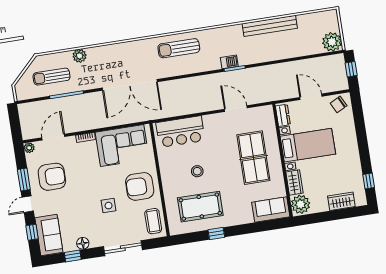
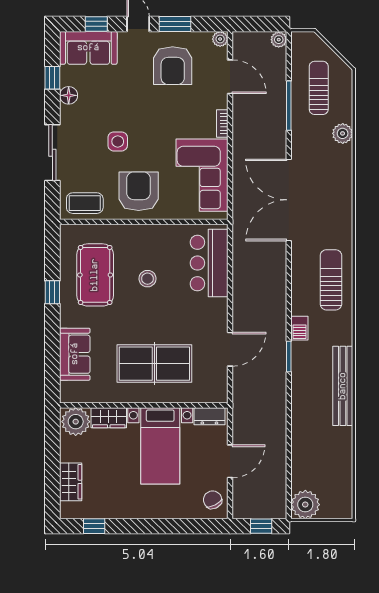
bench: (270, 26) -> (343, 386), moved
barbecue: (229, 62) -> (299, 328), moved
plant: (23, 108) -> (279, 40), added
sofa: (271, 210) -> (75, 354), moved

